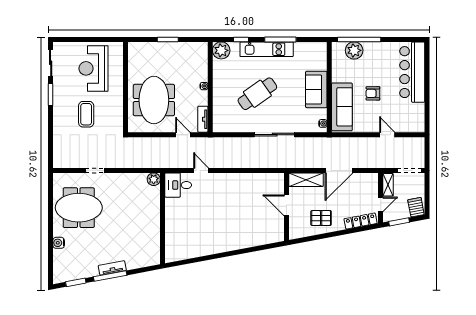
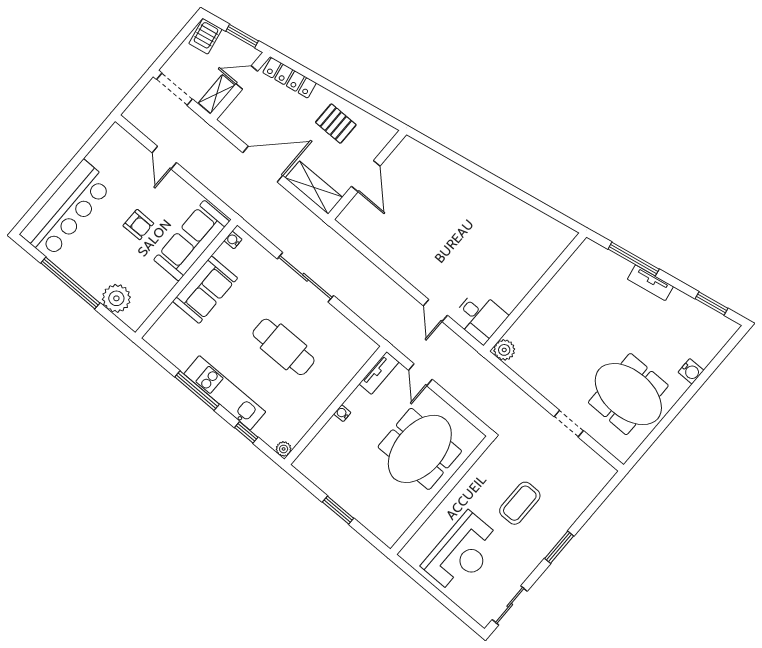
window: (359, 39) -> (70, 283), moved
plant: (221, 50) -> (284, 449), width x0.53, depth x0.53
window: (51, 94) -> (559, 547), moved
cafe table: (257, 94) -> (284, 347), turned 35
window: (110, 276) -> (634, 259), moved

